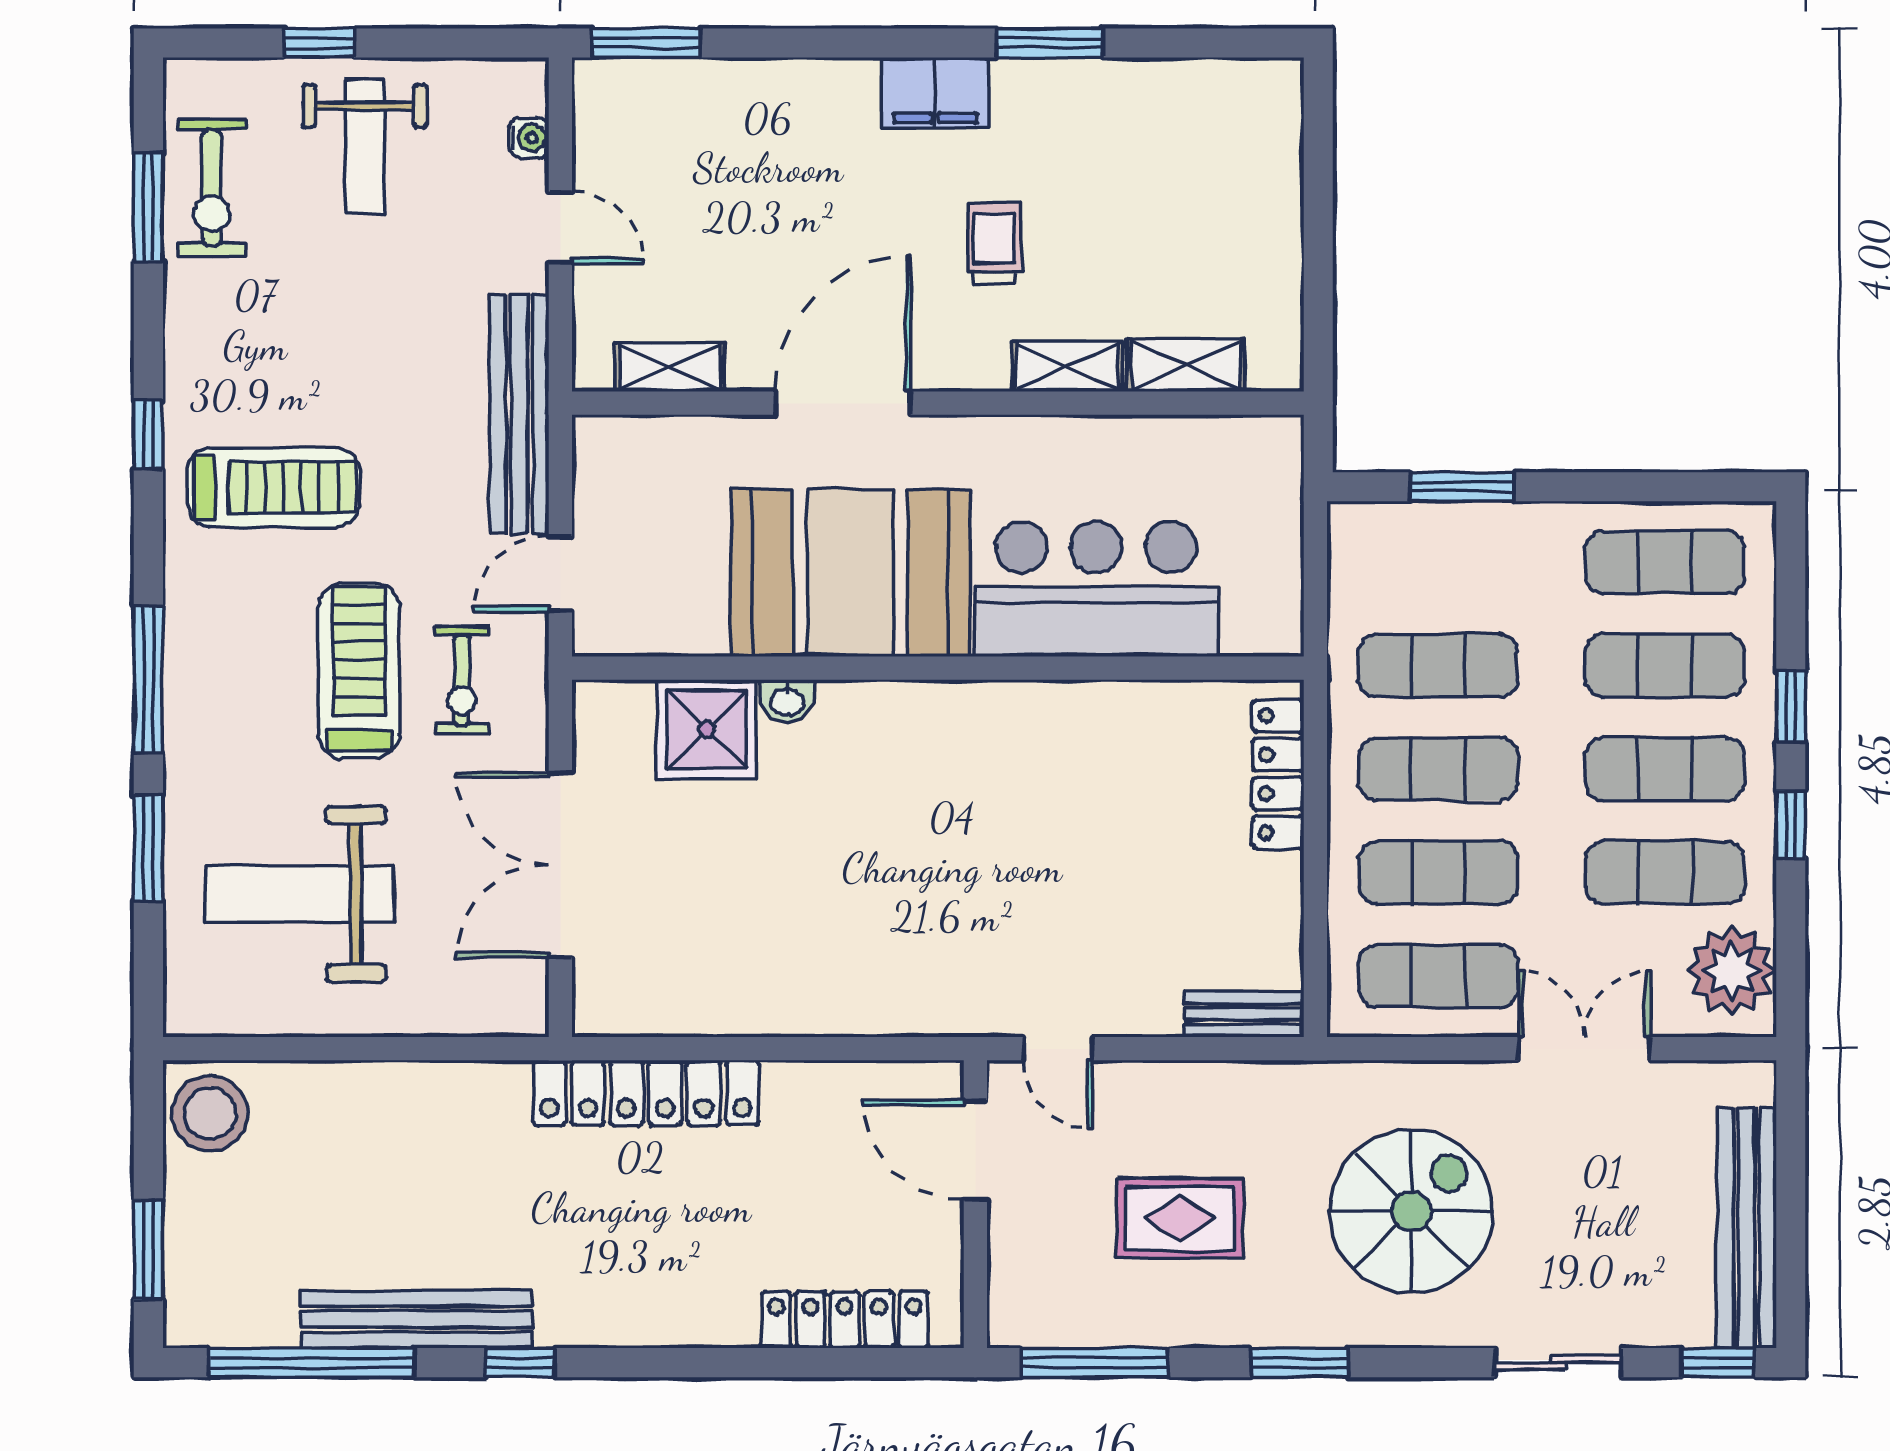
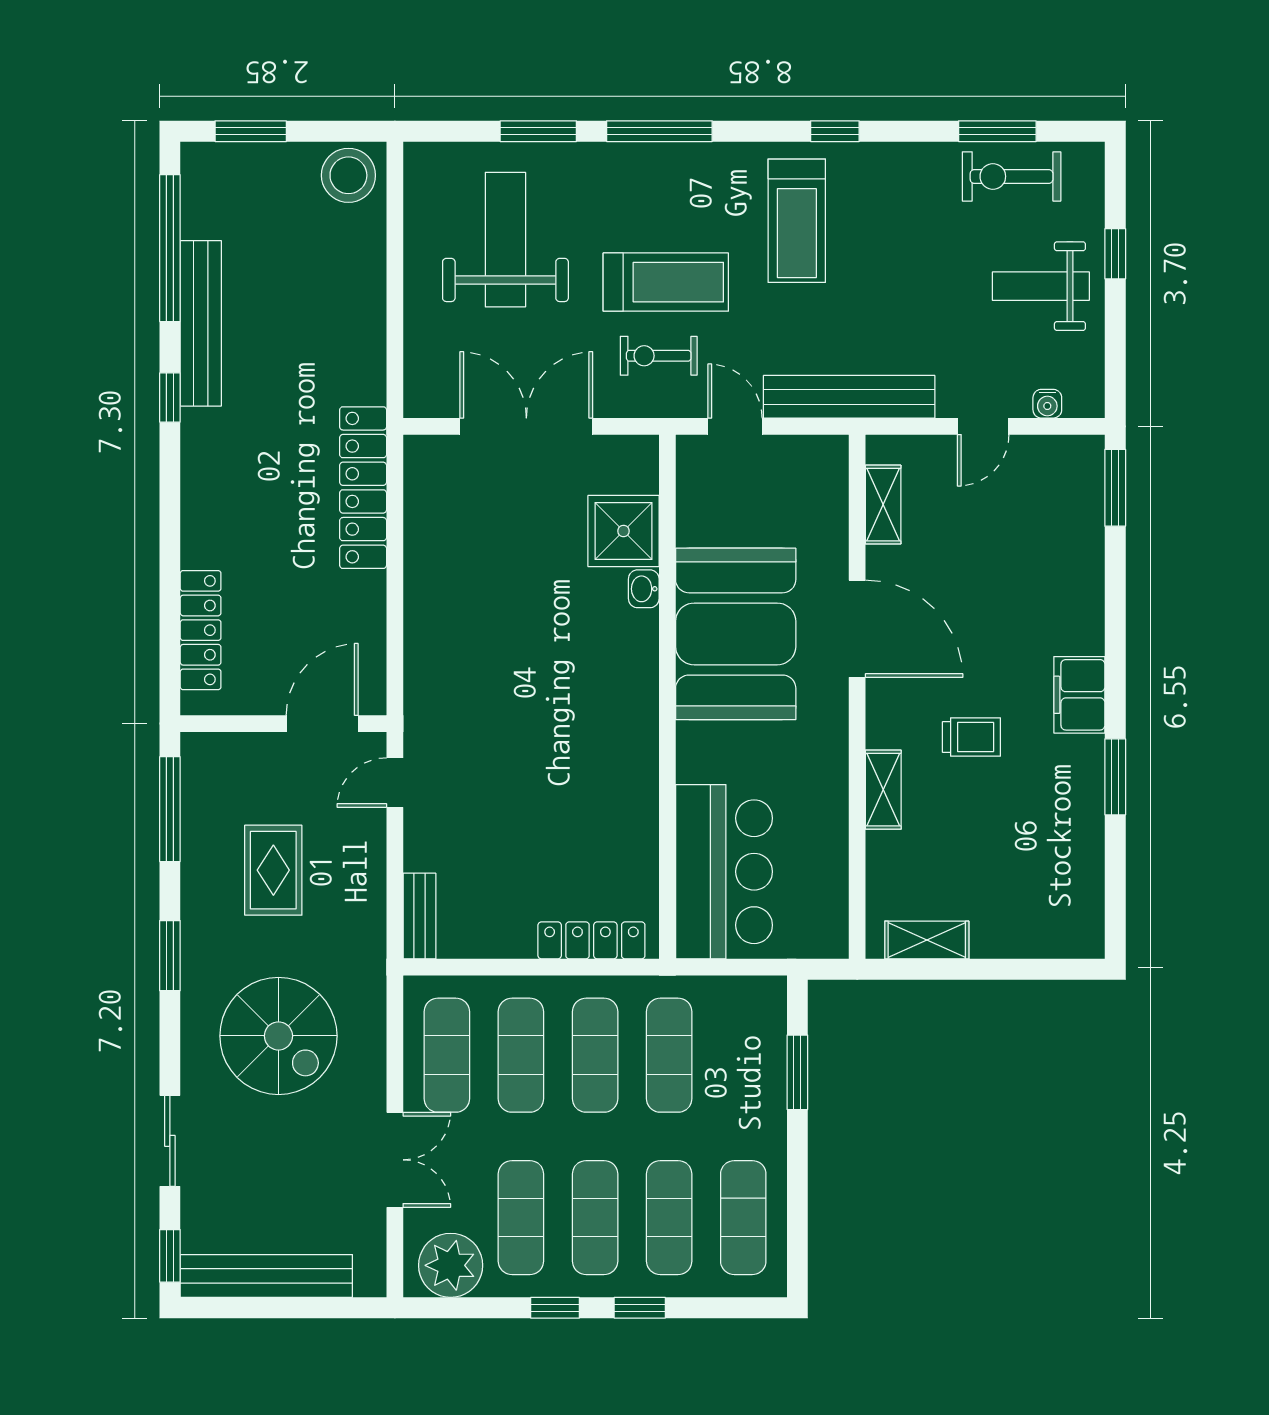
shelving: (1186, 365) -> (927, 940), moved, turned 90
bar counter: (1096, 589) -> (724, 872), moved

